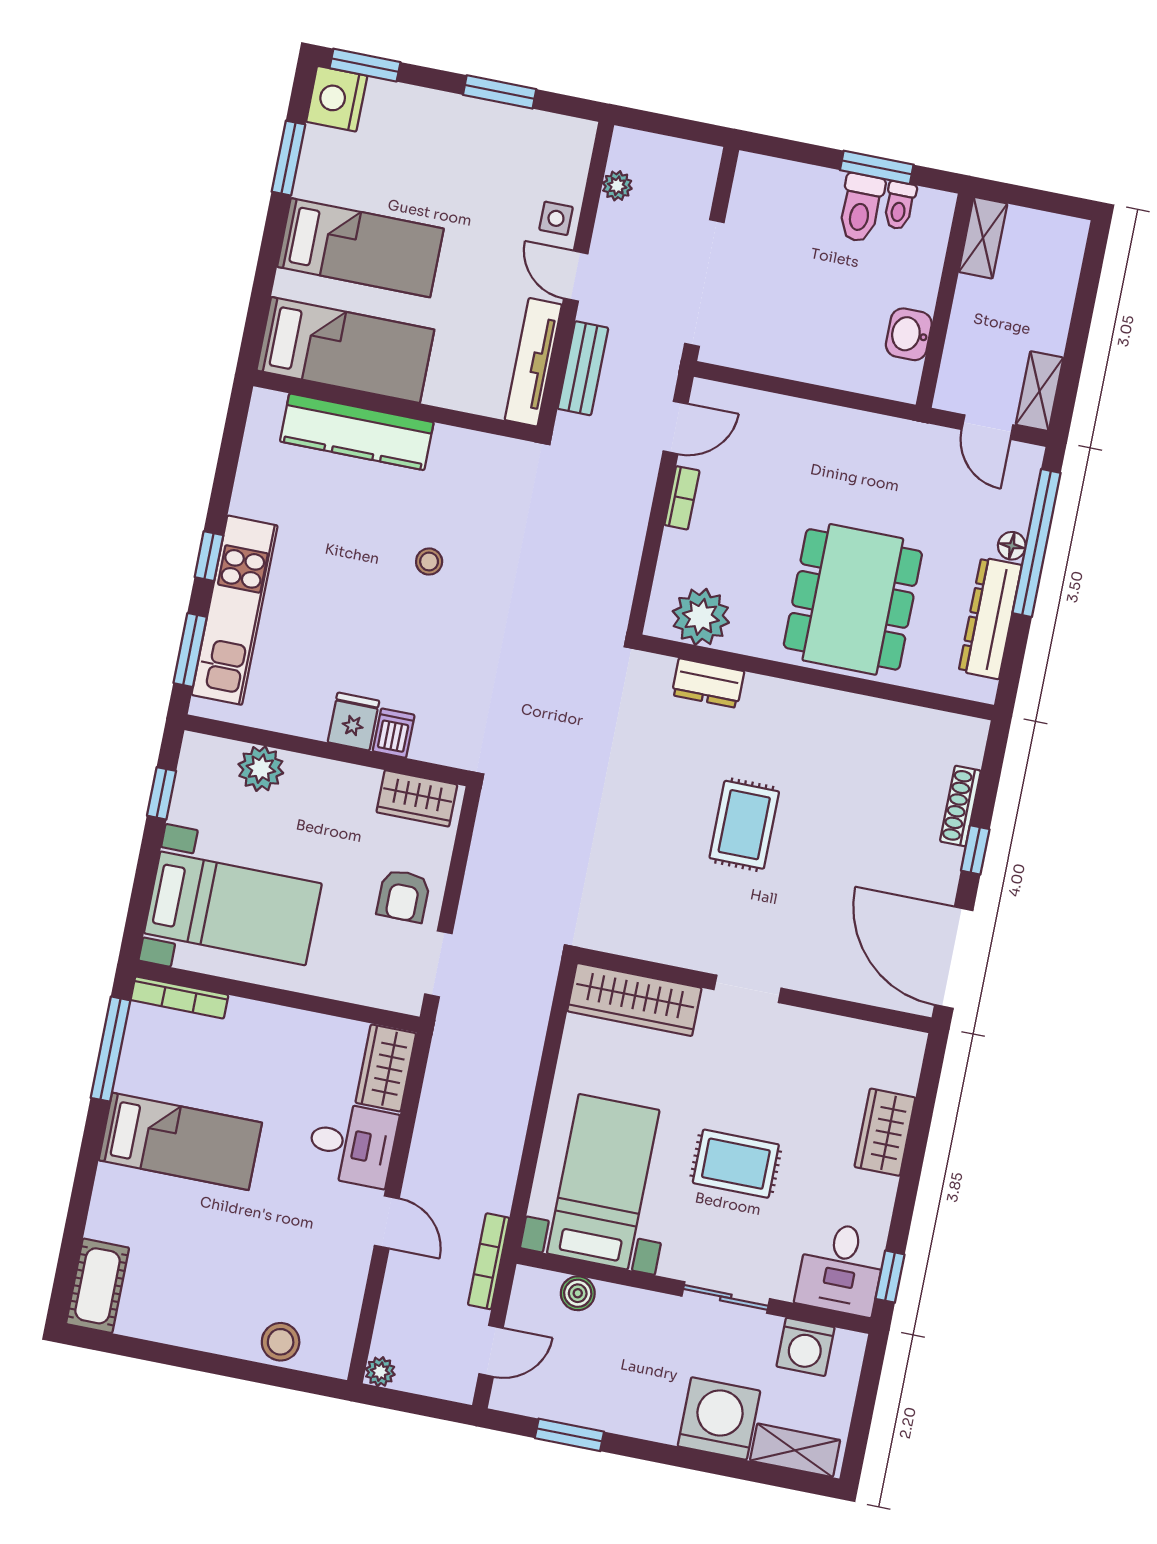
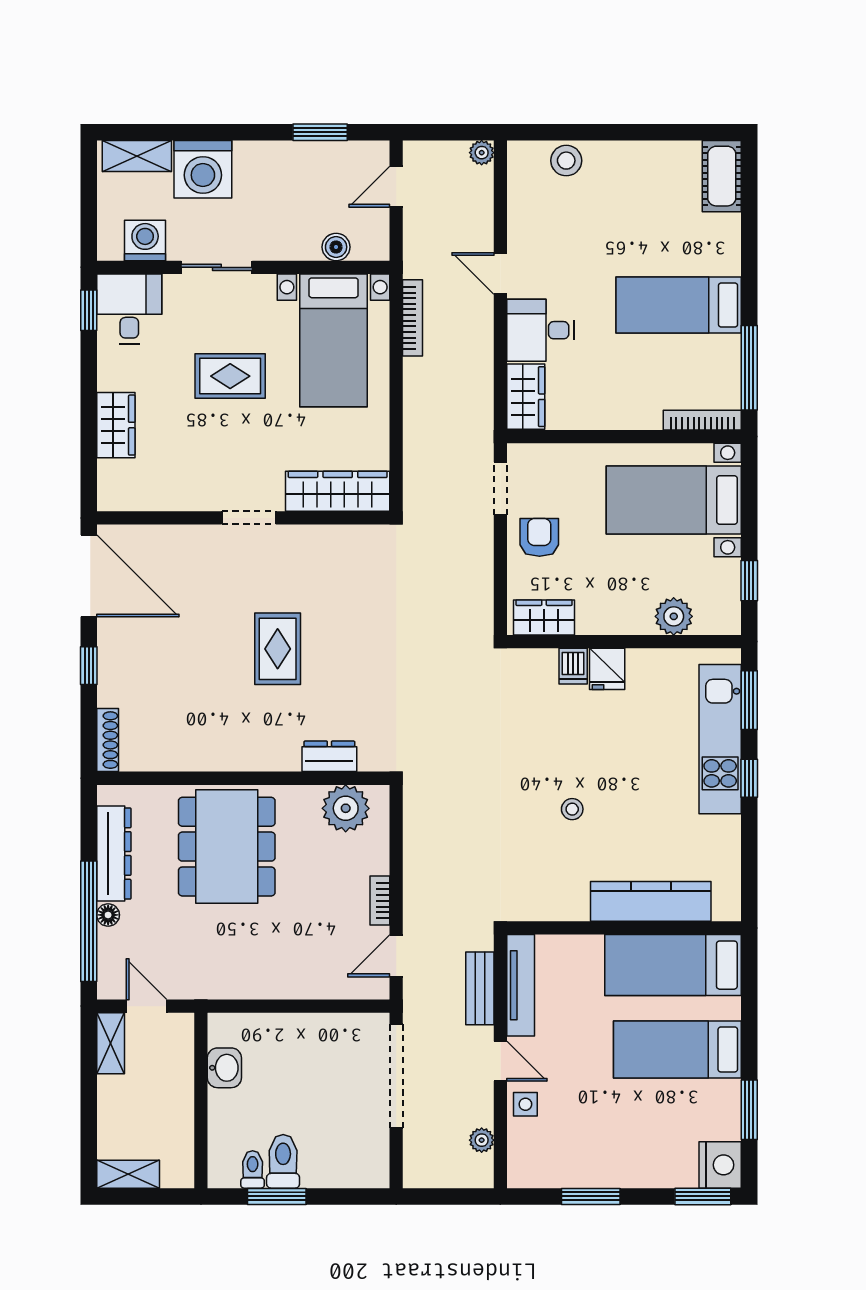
shelving: (983, 238) -> (128, 1174), moved, turned 90
shoe rack: (960, 806) -> (108, 740), moved
bookcase: (489, 1261) -> (413, 318), moved

